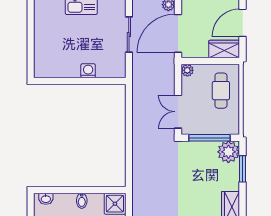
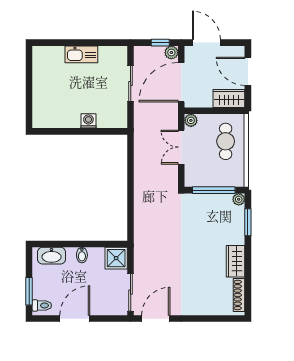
door: (243, 23) -> (248, 71), hinge flipped
double door: (178, 112) -> (181, 147), moved
plant: (228, 152) -> (239, 199), width x0.53, depth x0.53
washbasin: (46, 199) -> (52, 256), width x1.91, depth x1.45

